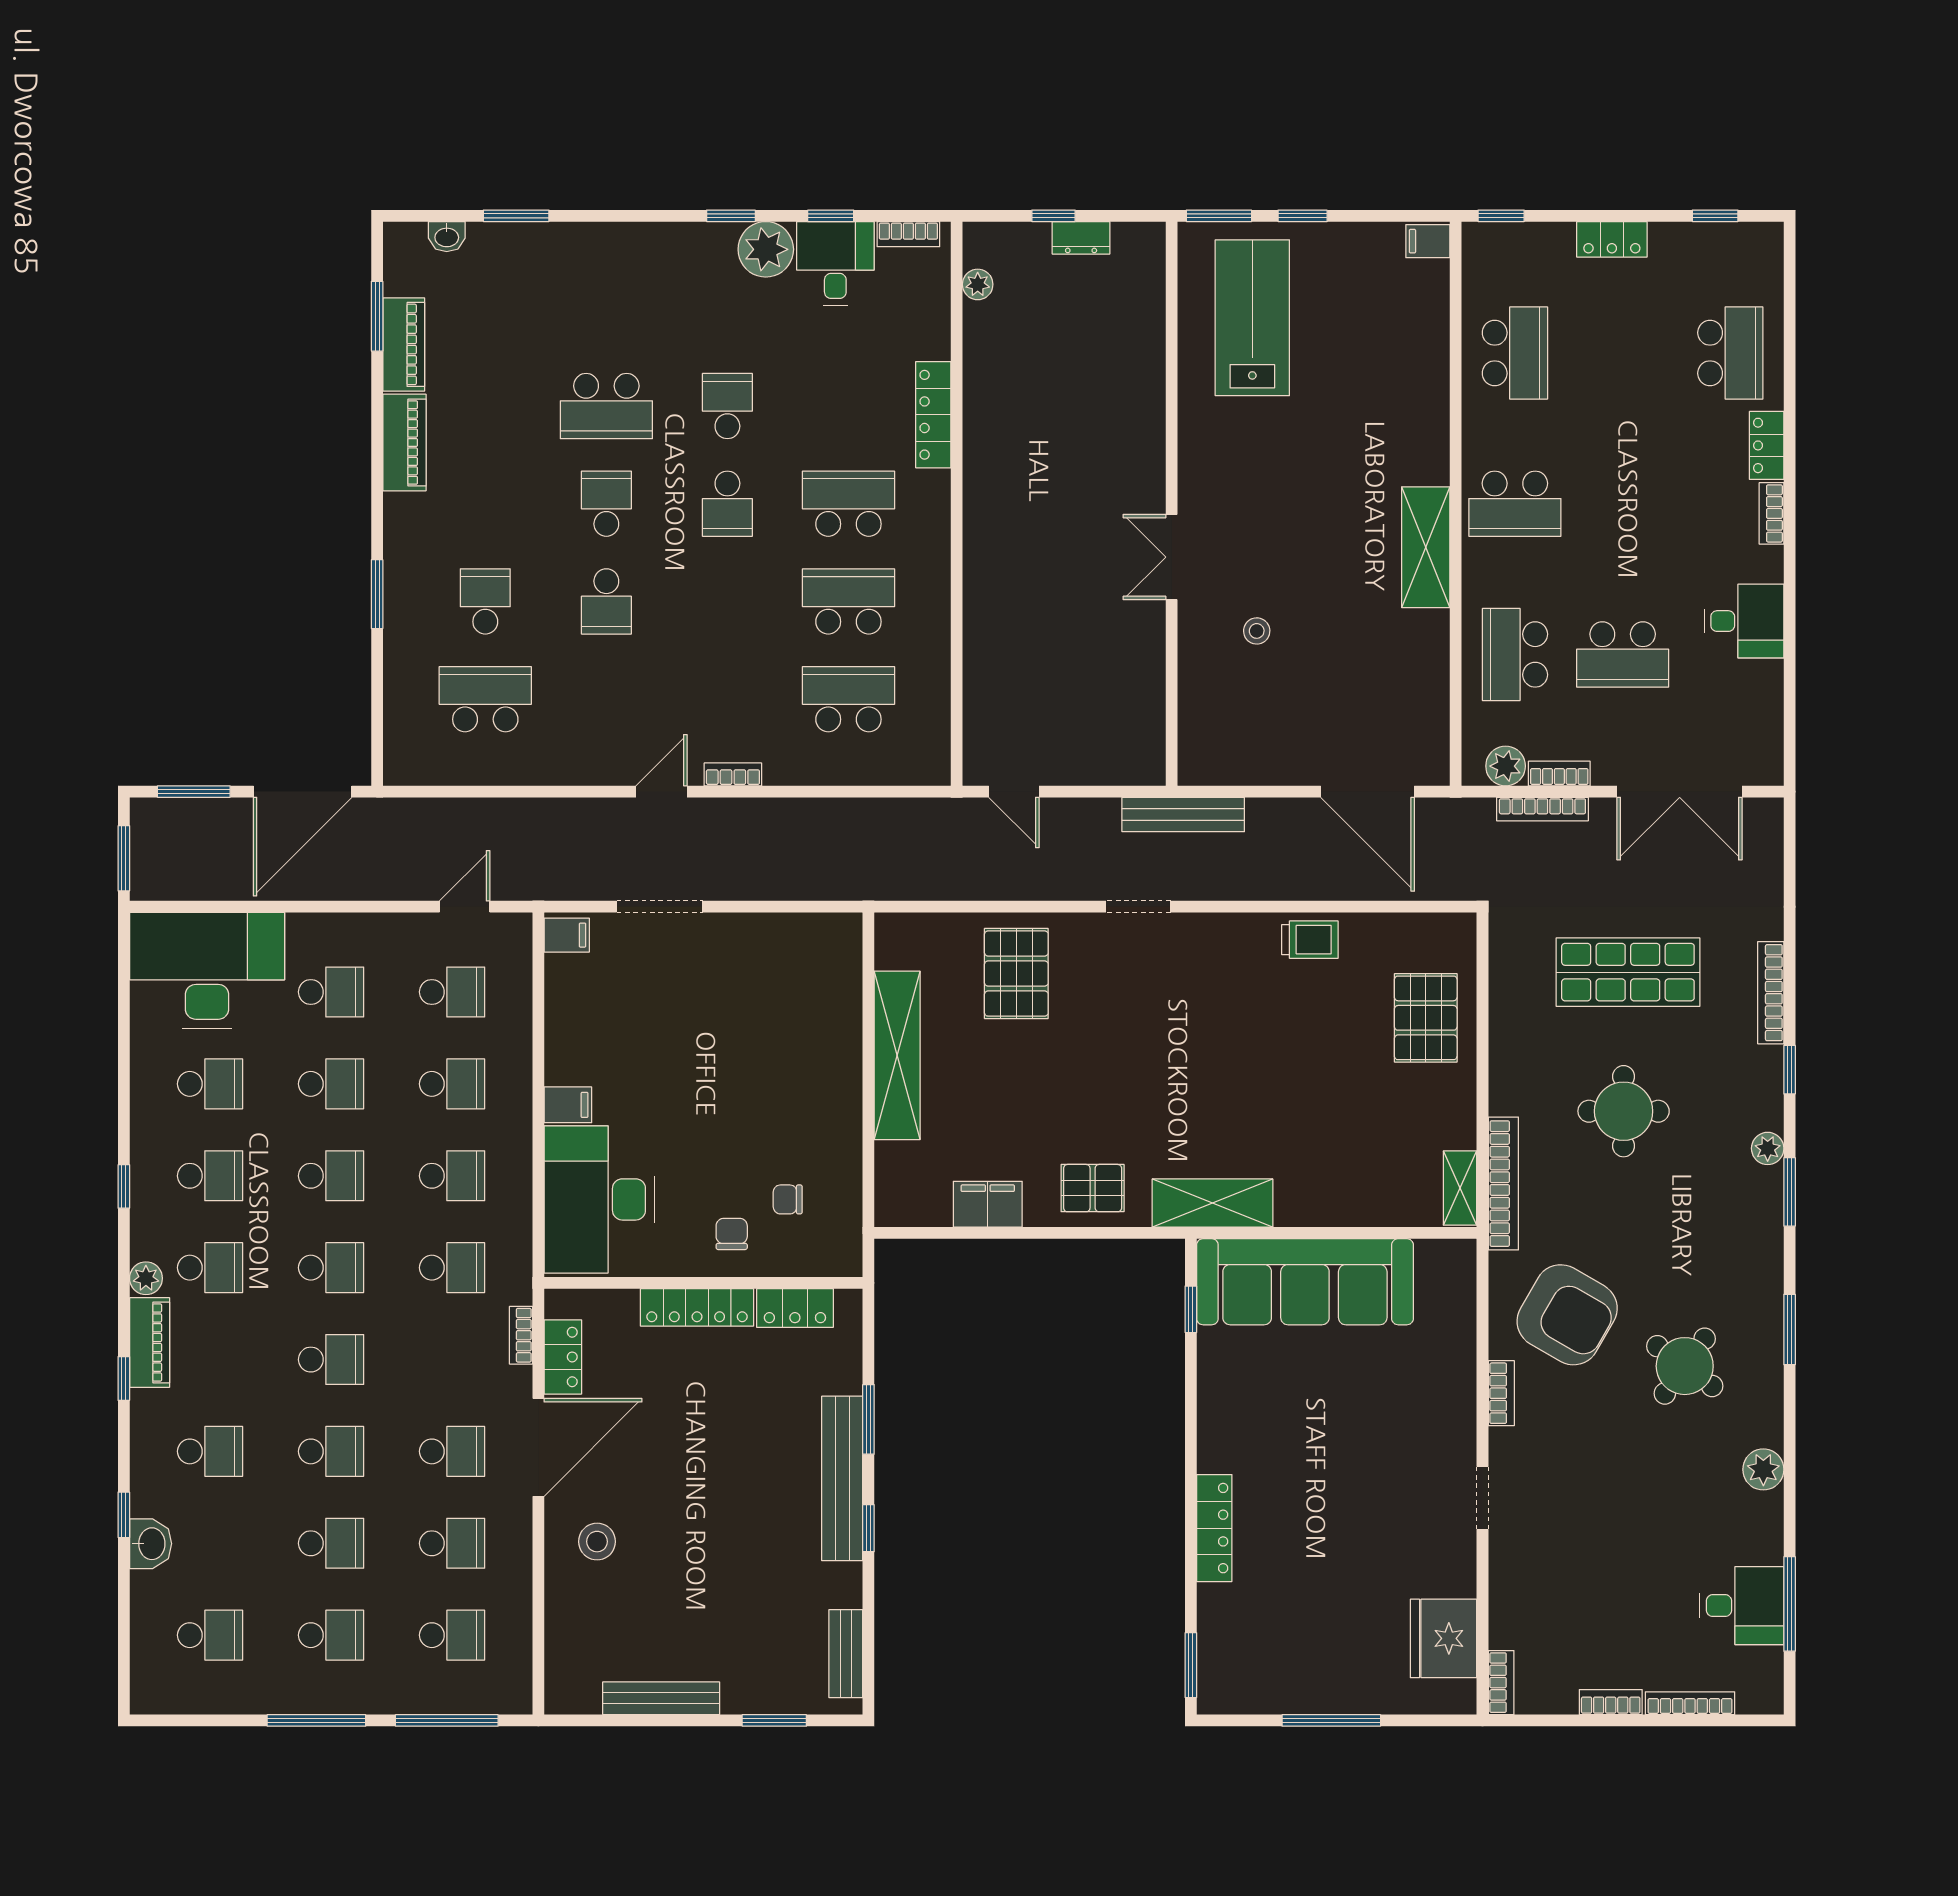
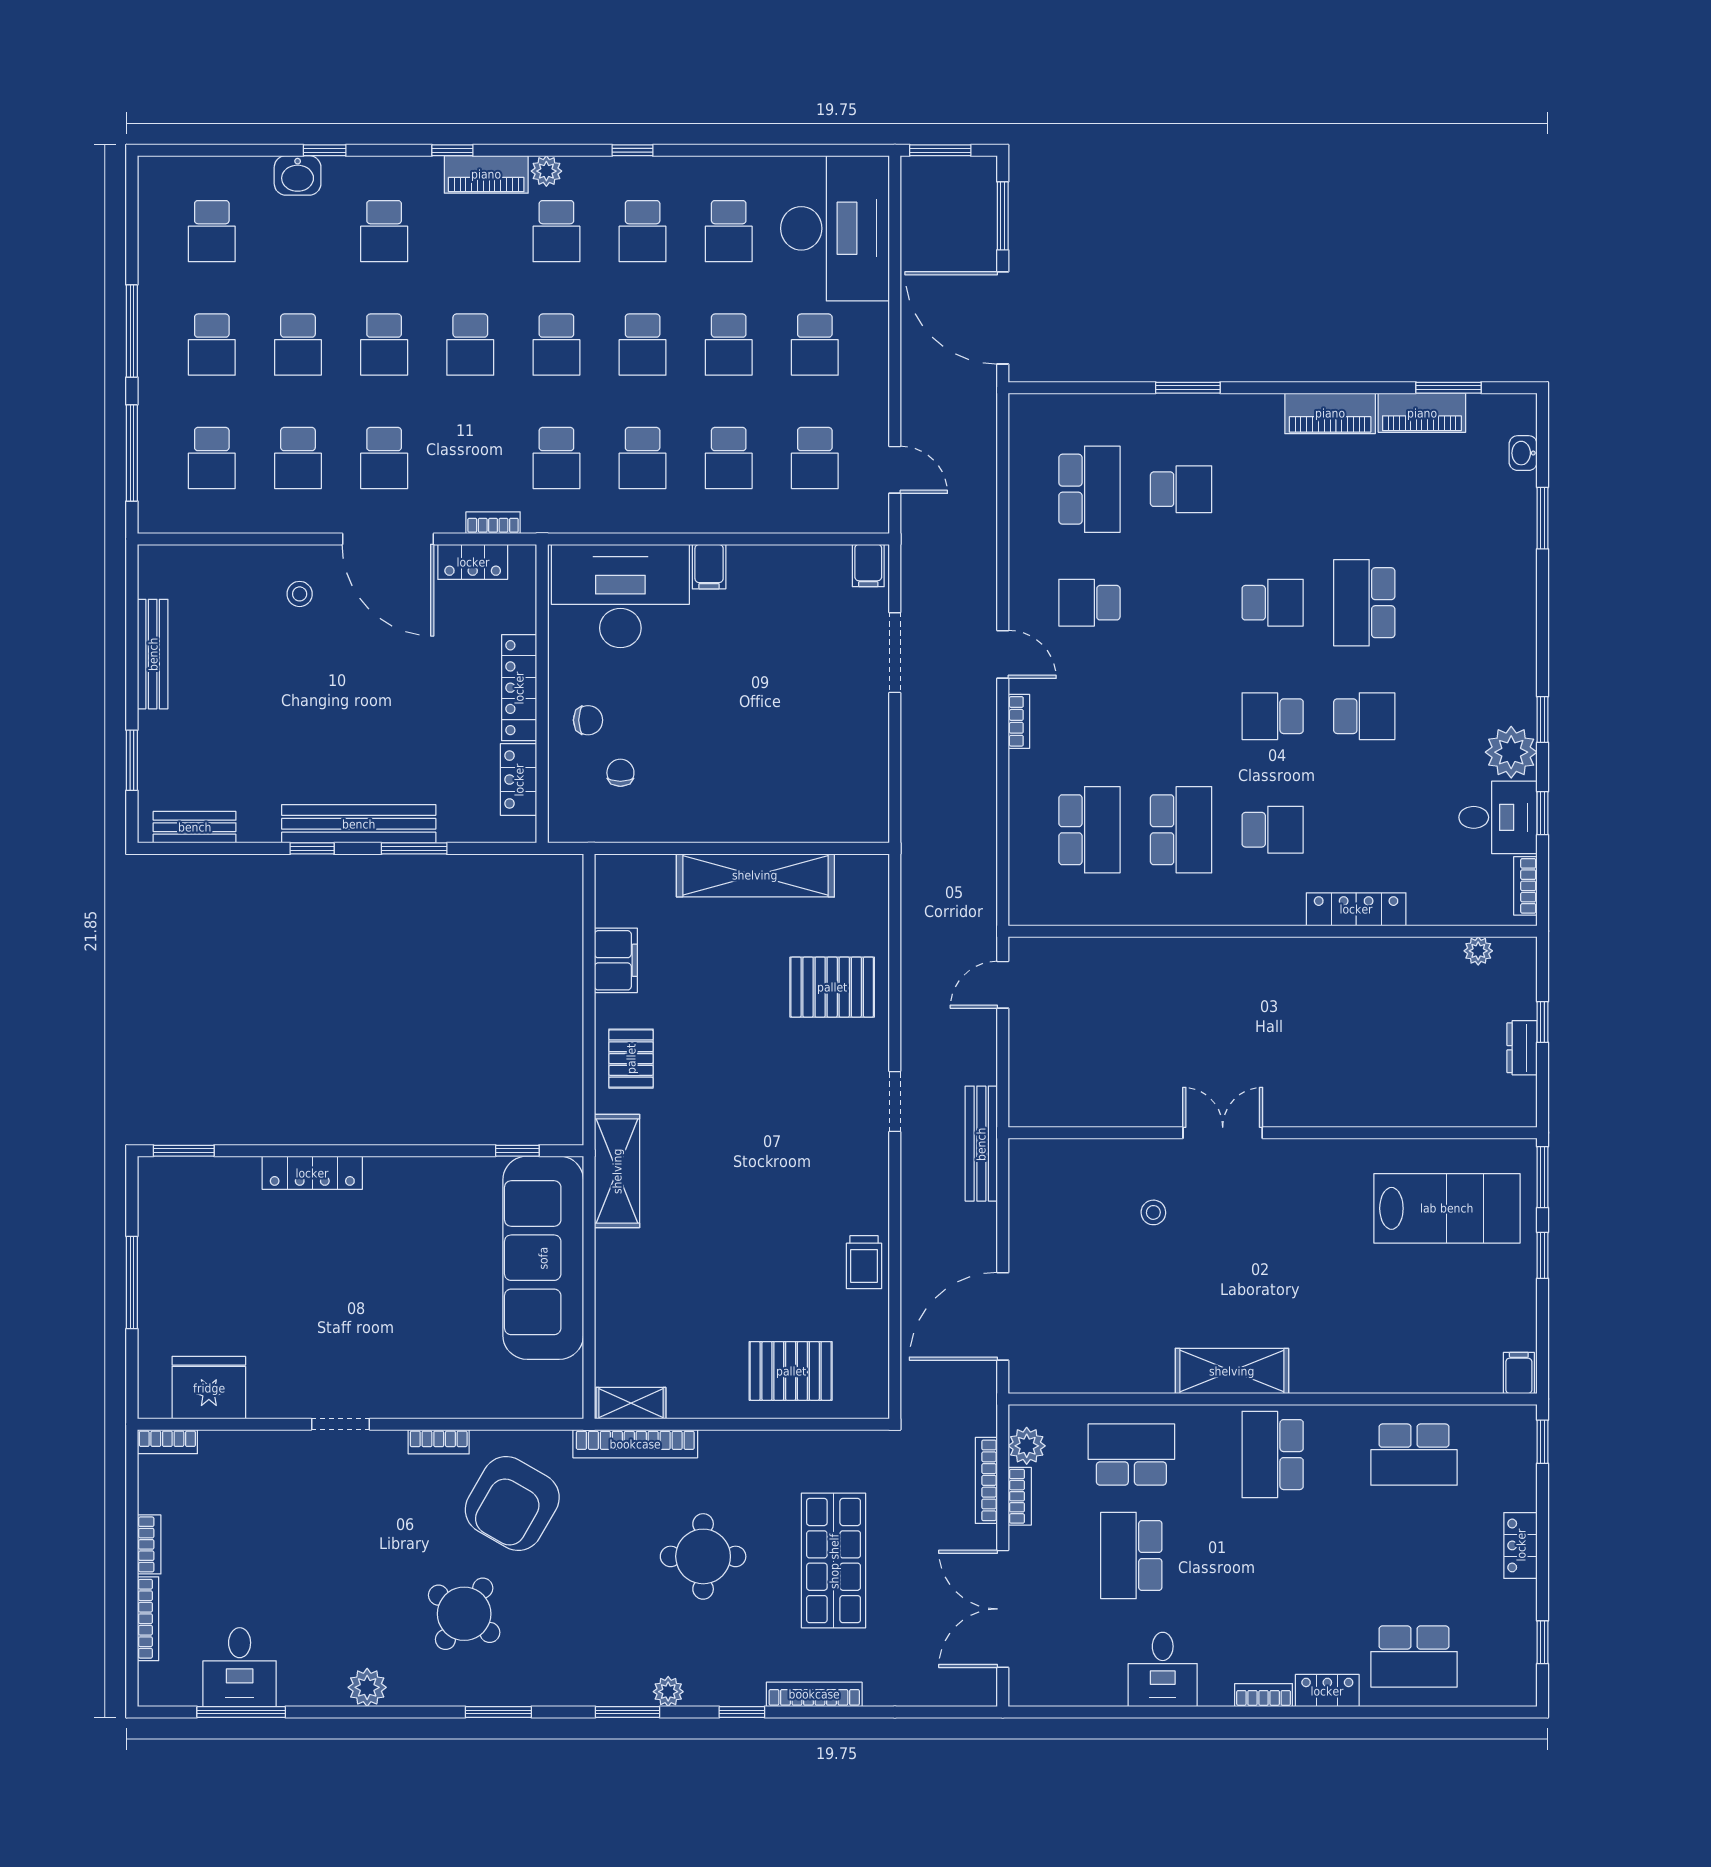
school desk: (848, 504) -> (1273, 830), width x0.54
school desk: (606, 601) -> (1089, 603), moved
stool: (597, 1542) -> (300, 594), width x0.73, depth x0.73

